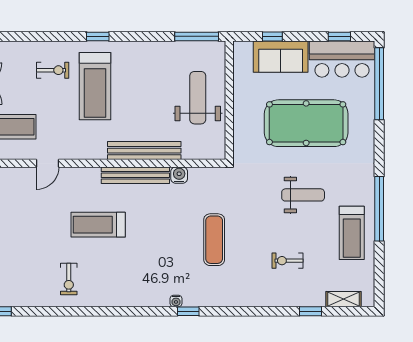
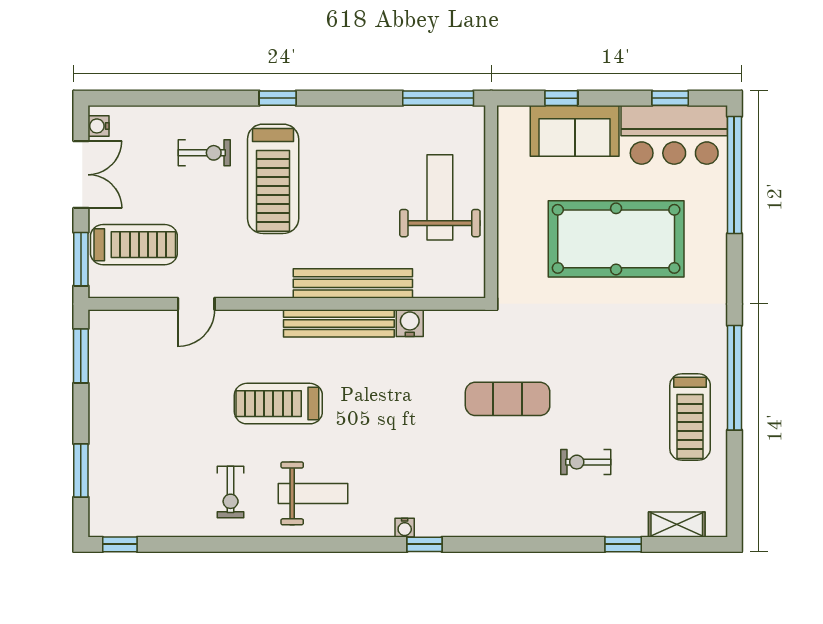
weight bench: (303, 195) -> (313, 493), moved
exercise mat: (214, 240) -> (508, 399), moved, turned 90

